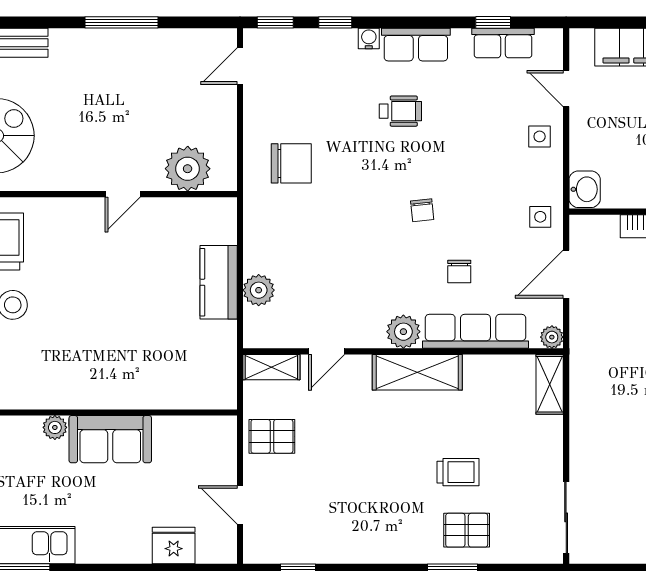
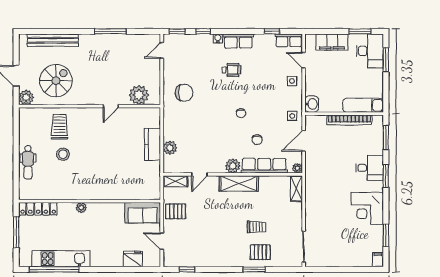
row of seats: (503, 43) -> (289, 40), moved
sofa: (110, 439) -> (143, 213), moved

